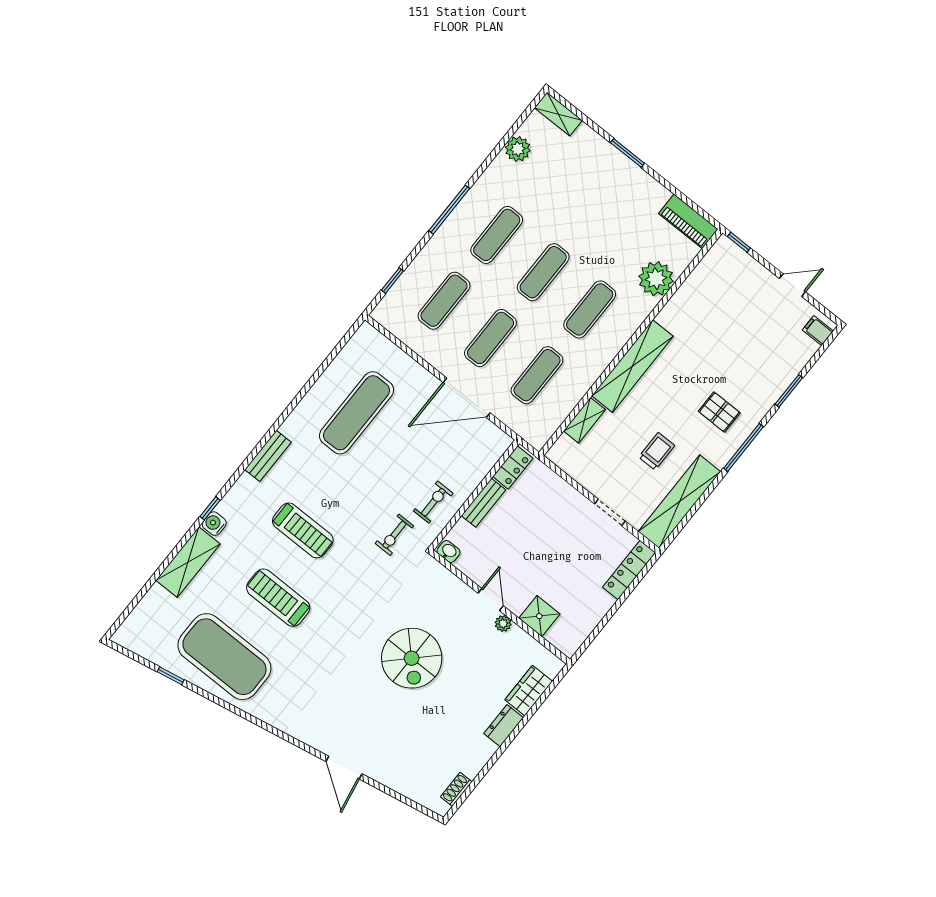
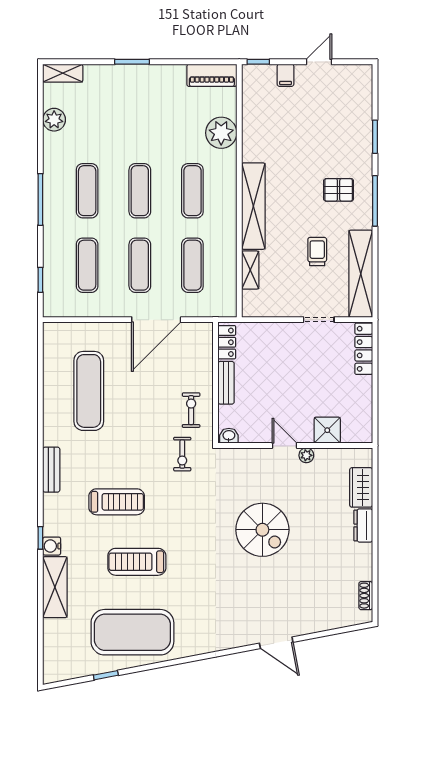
filing cabinet: (818, 331) -> (286, 75), moved, turned -90

